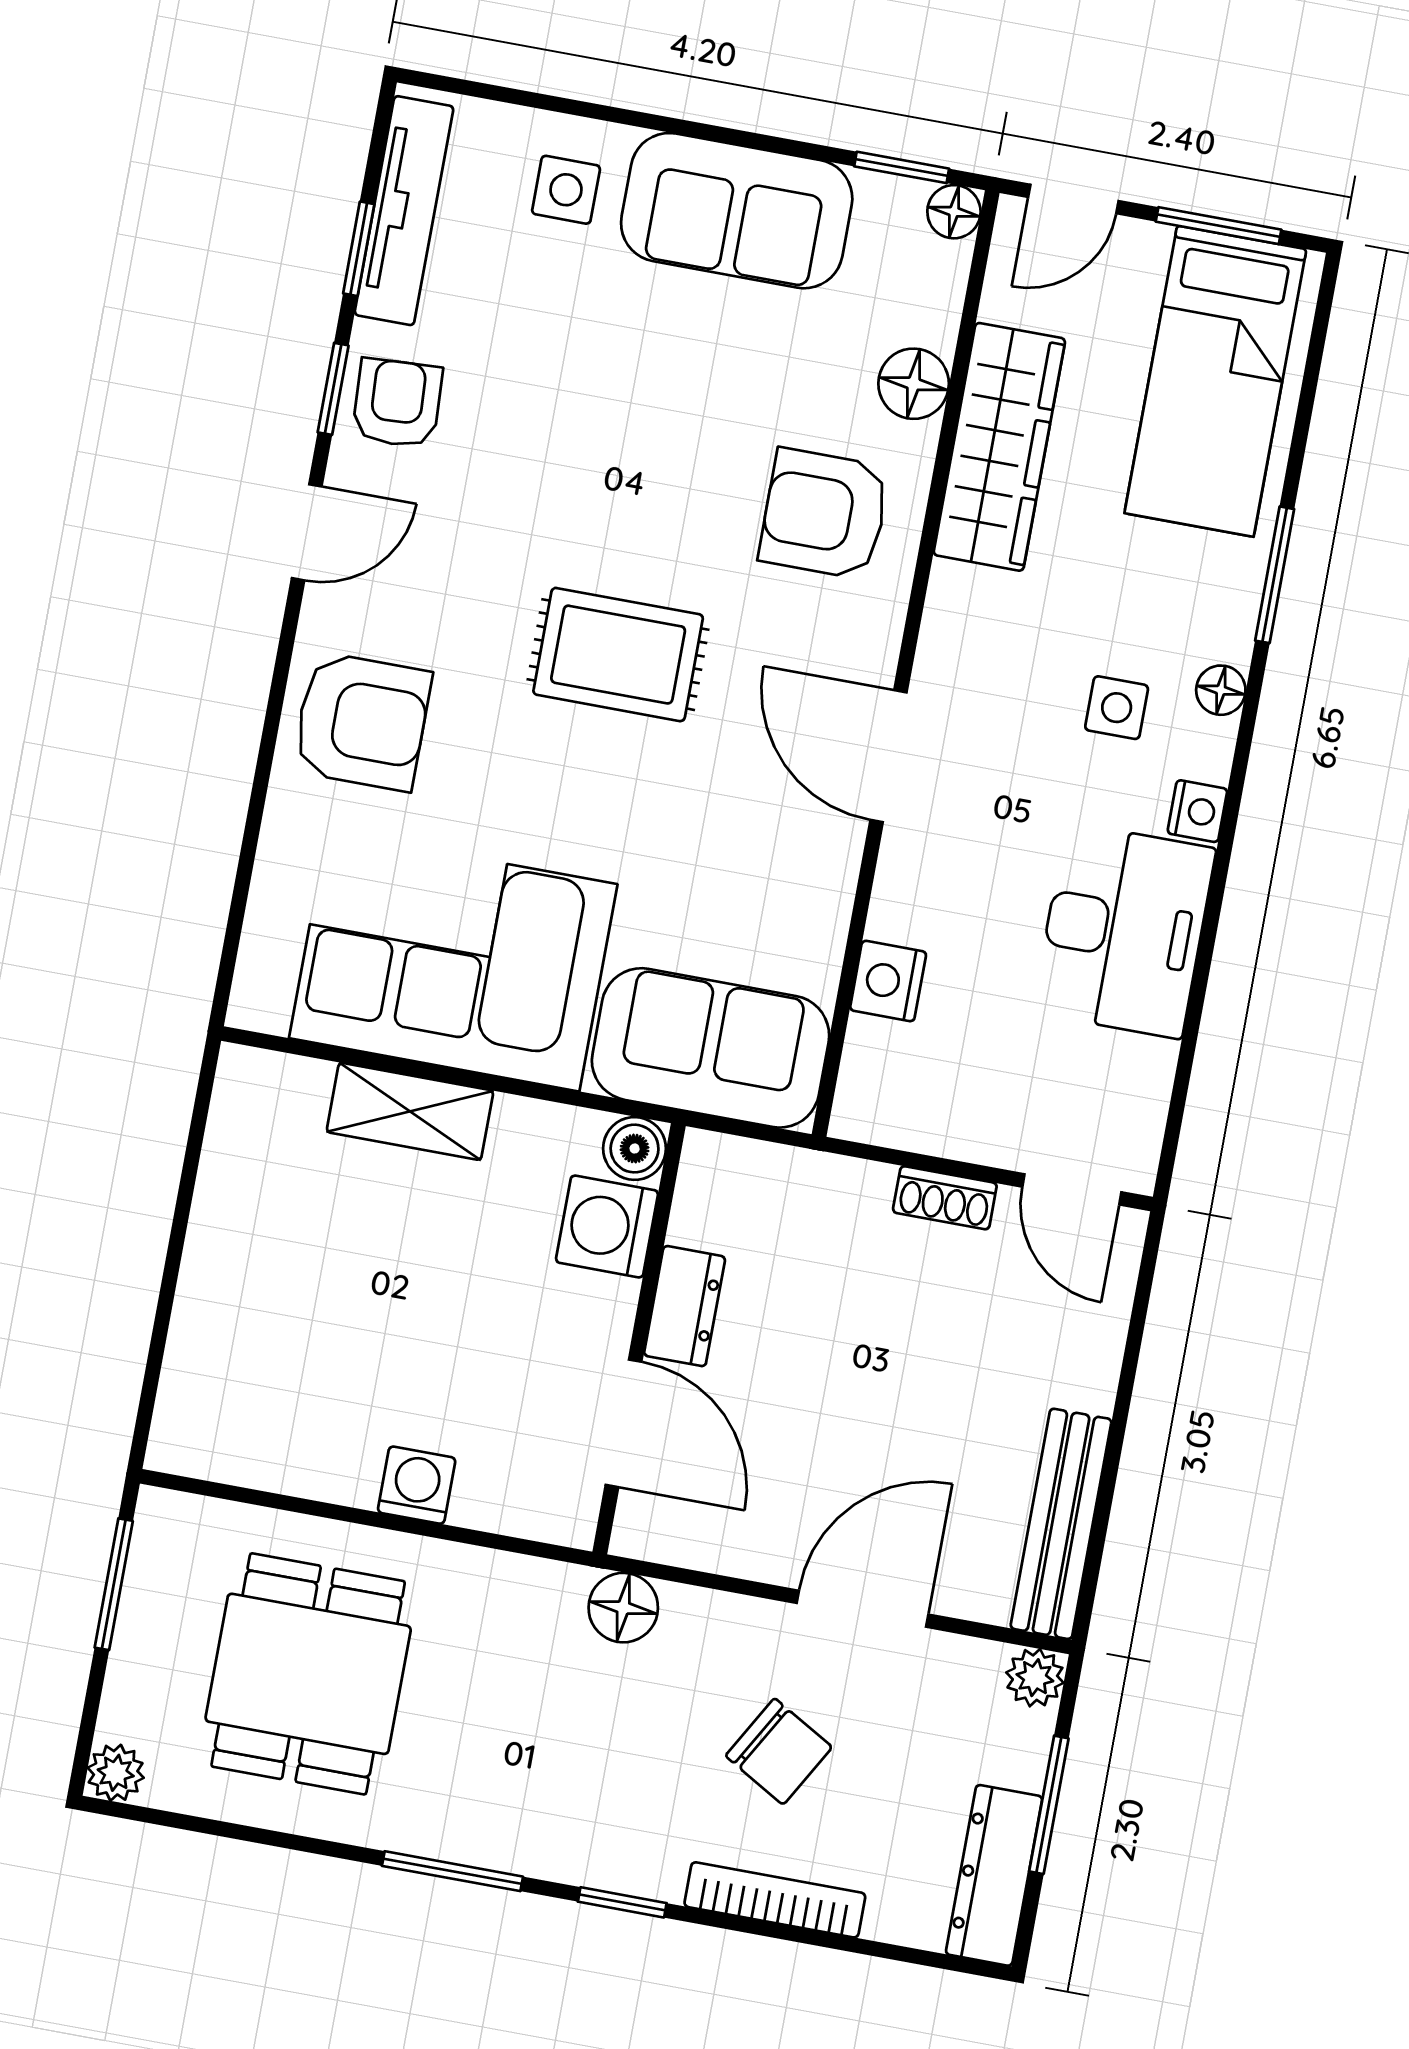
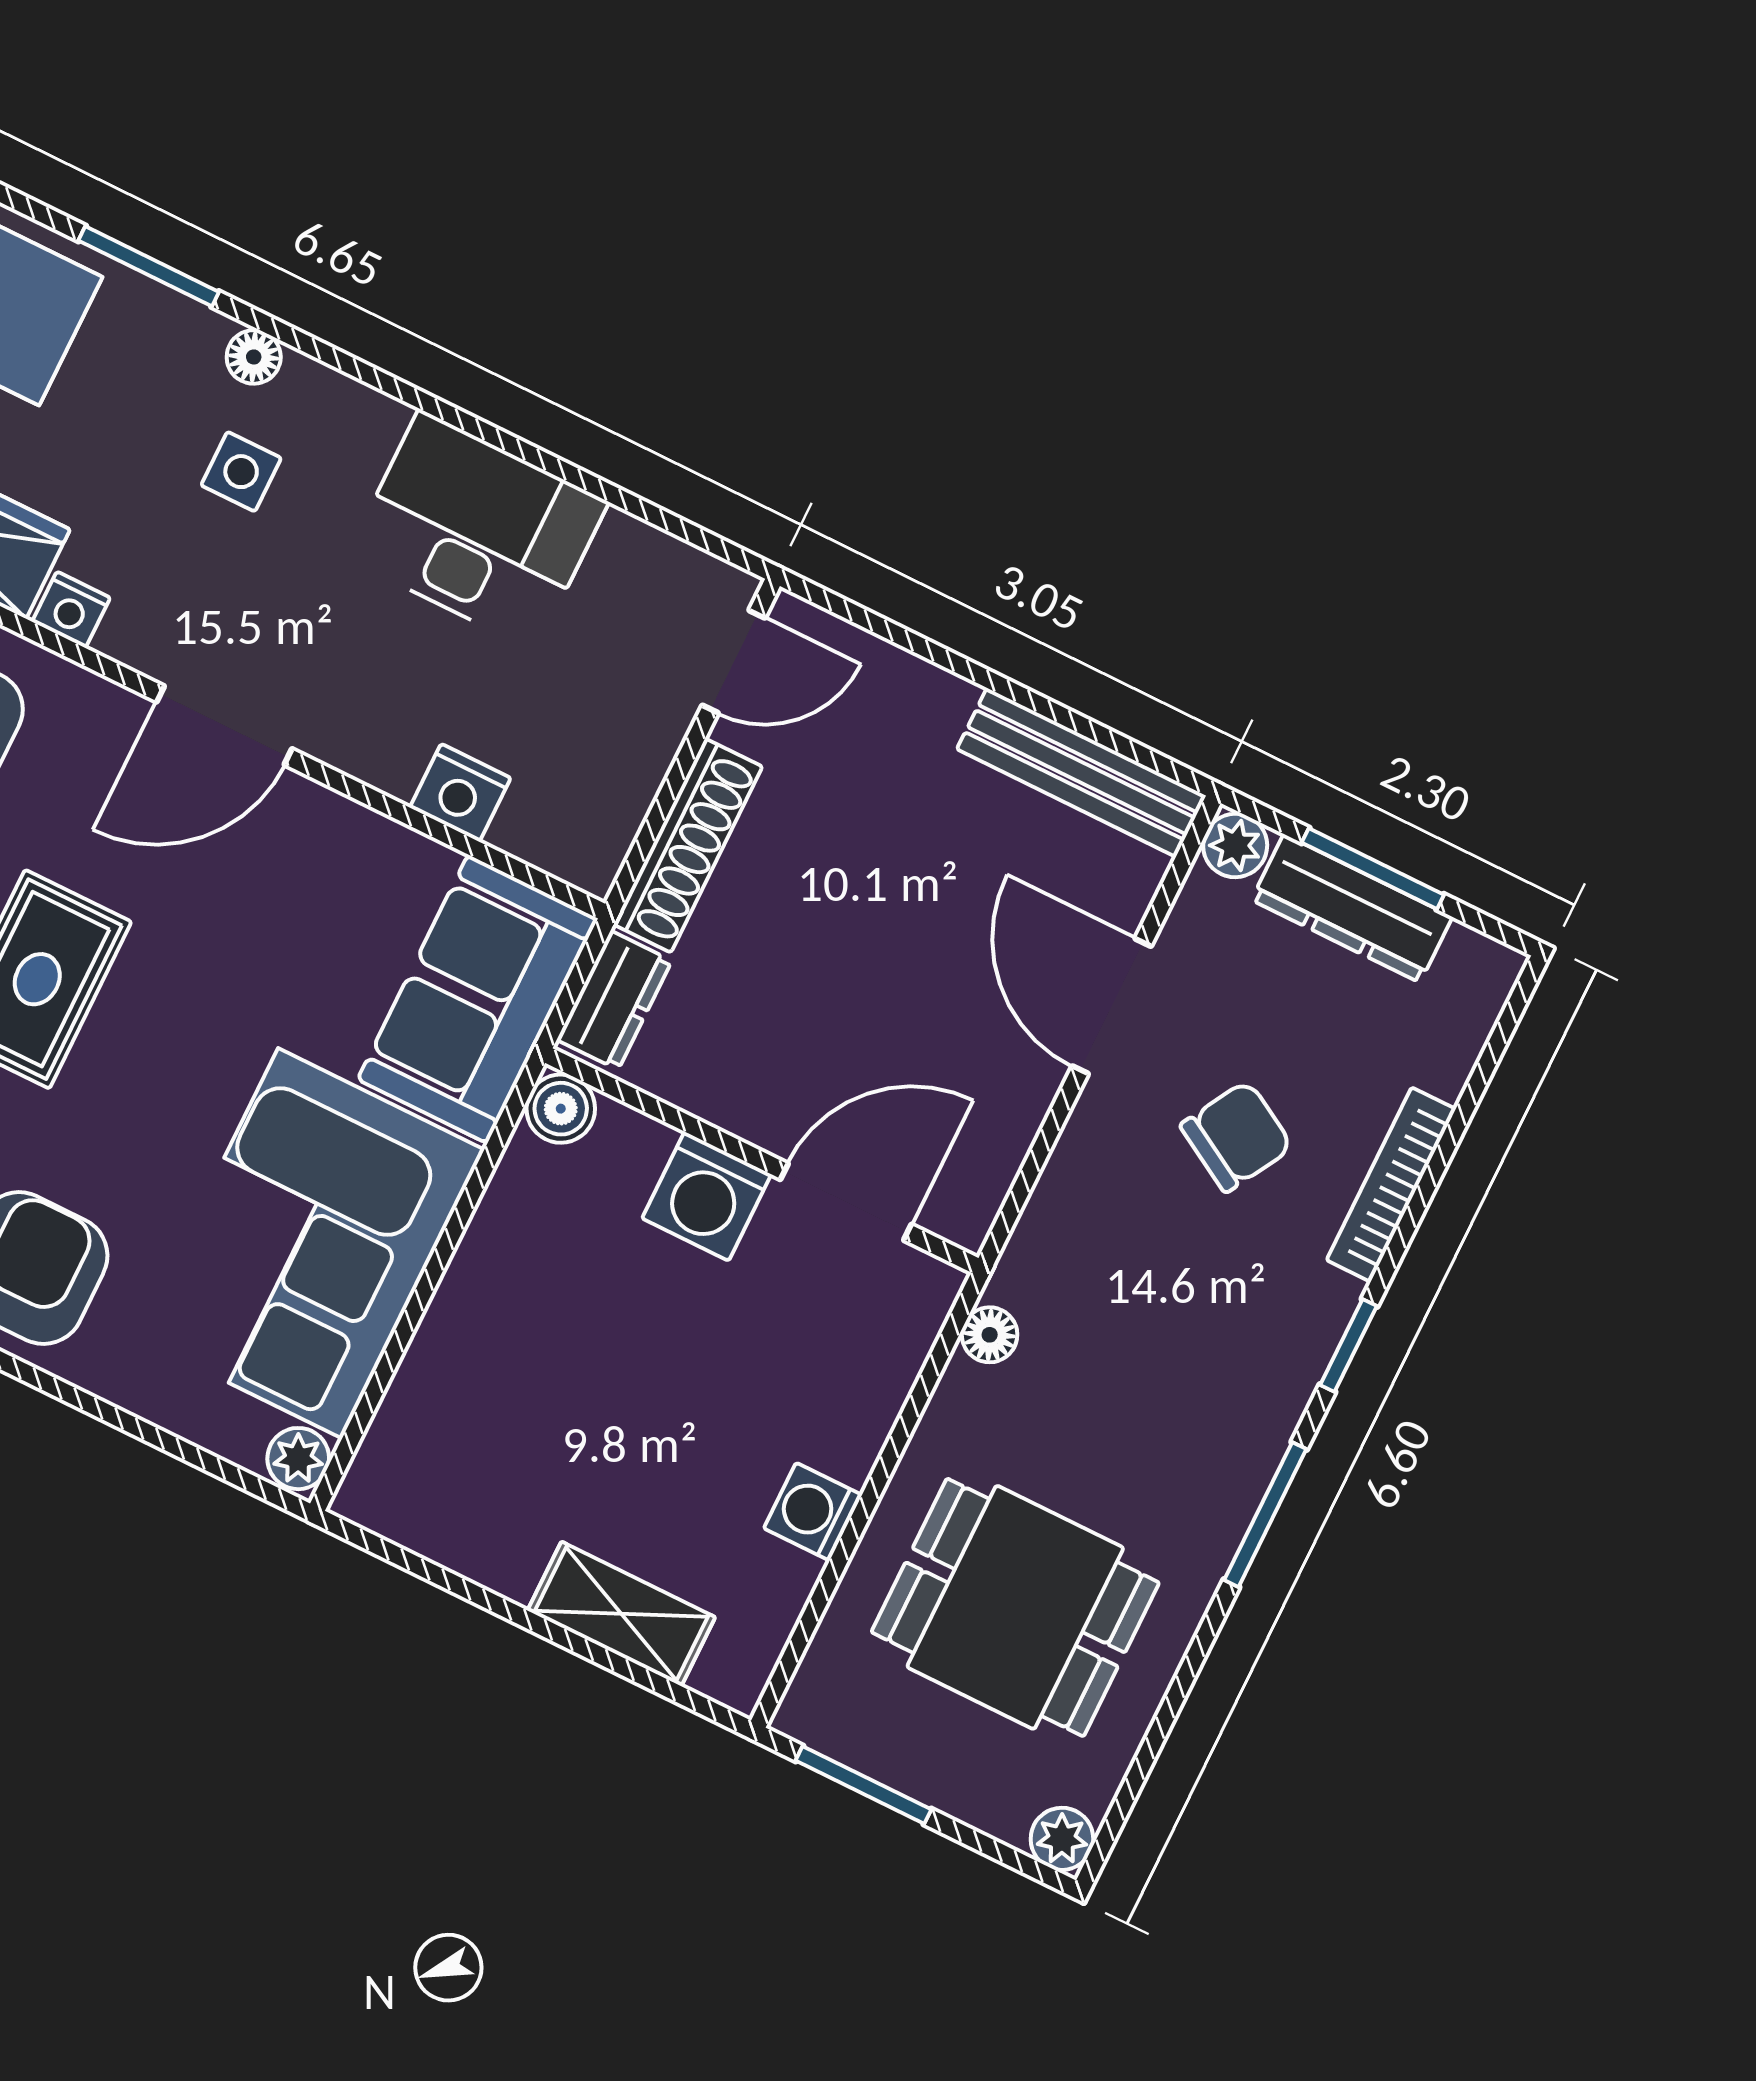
nightstand: (1197, 811) -> (71, 610), moved, turned 180
plant: (260, 1004) -> (298, 1459), added
shelving: (410, 1111) -> (621, 1614), moved, turned 90
shoe rack: (945, 1198) -> (688, 845), width x1.94, depth x1.24
washing machine: (607, 1227) -> (707, 1196), moved
dresser: (685, 1306) -> (614, 1000), moved, turned 90
washing machine: (417, 1485) -> (813, 1512), moved
floor lamp: (623, 1608) -> (990, 1335), moved, width x0.73, depth x0.73
dresser: (994, 1875) -> (1352, 908), moved

